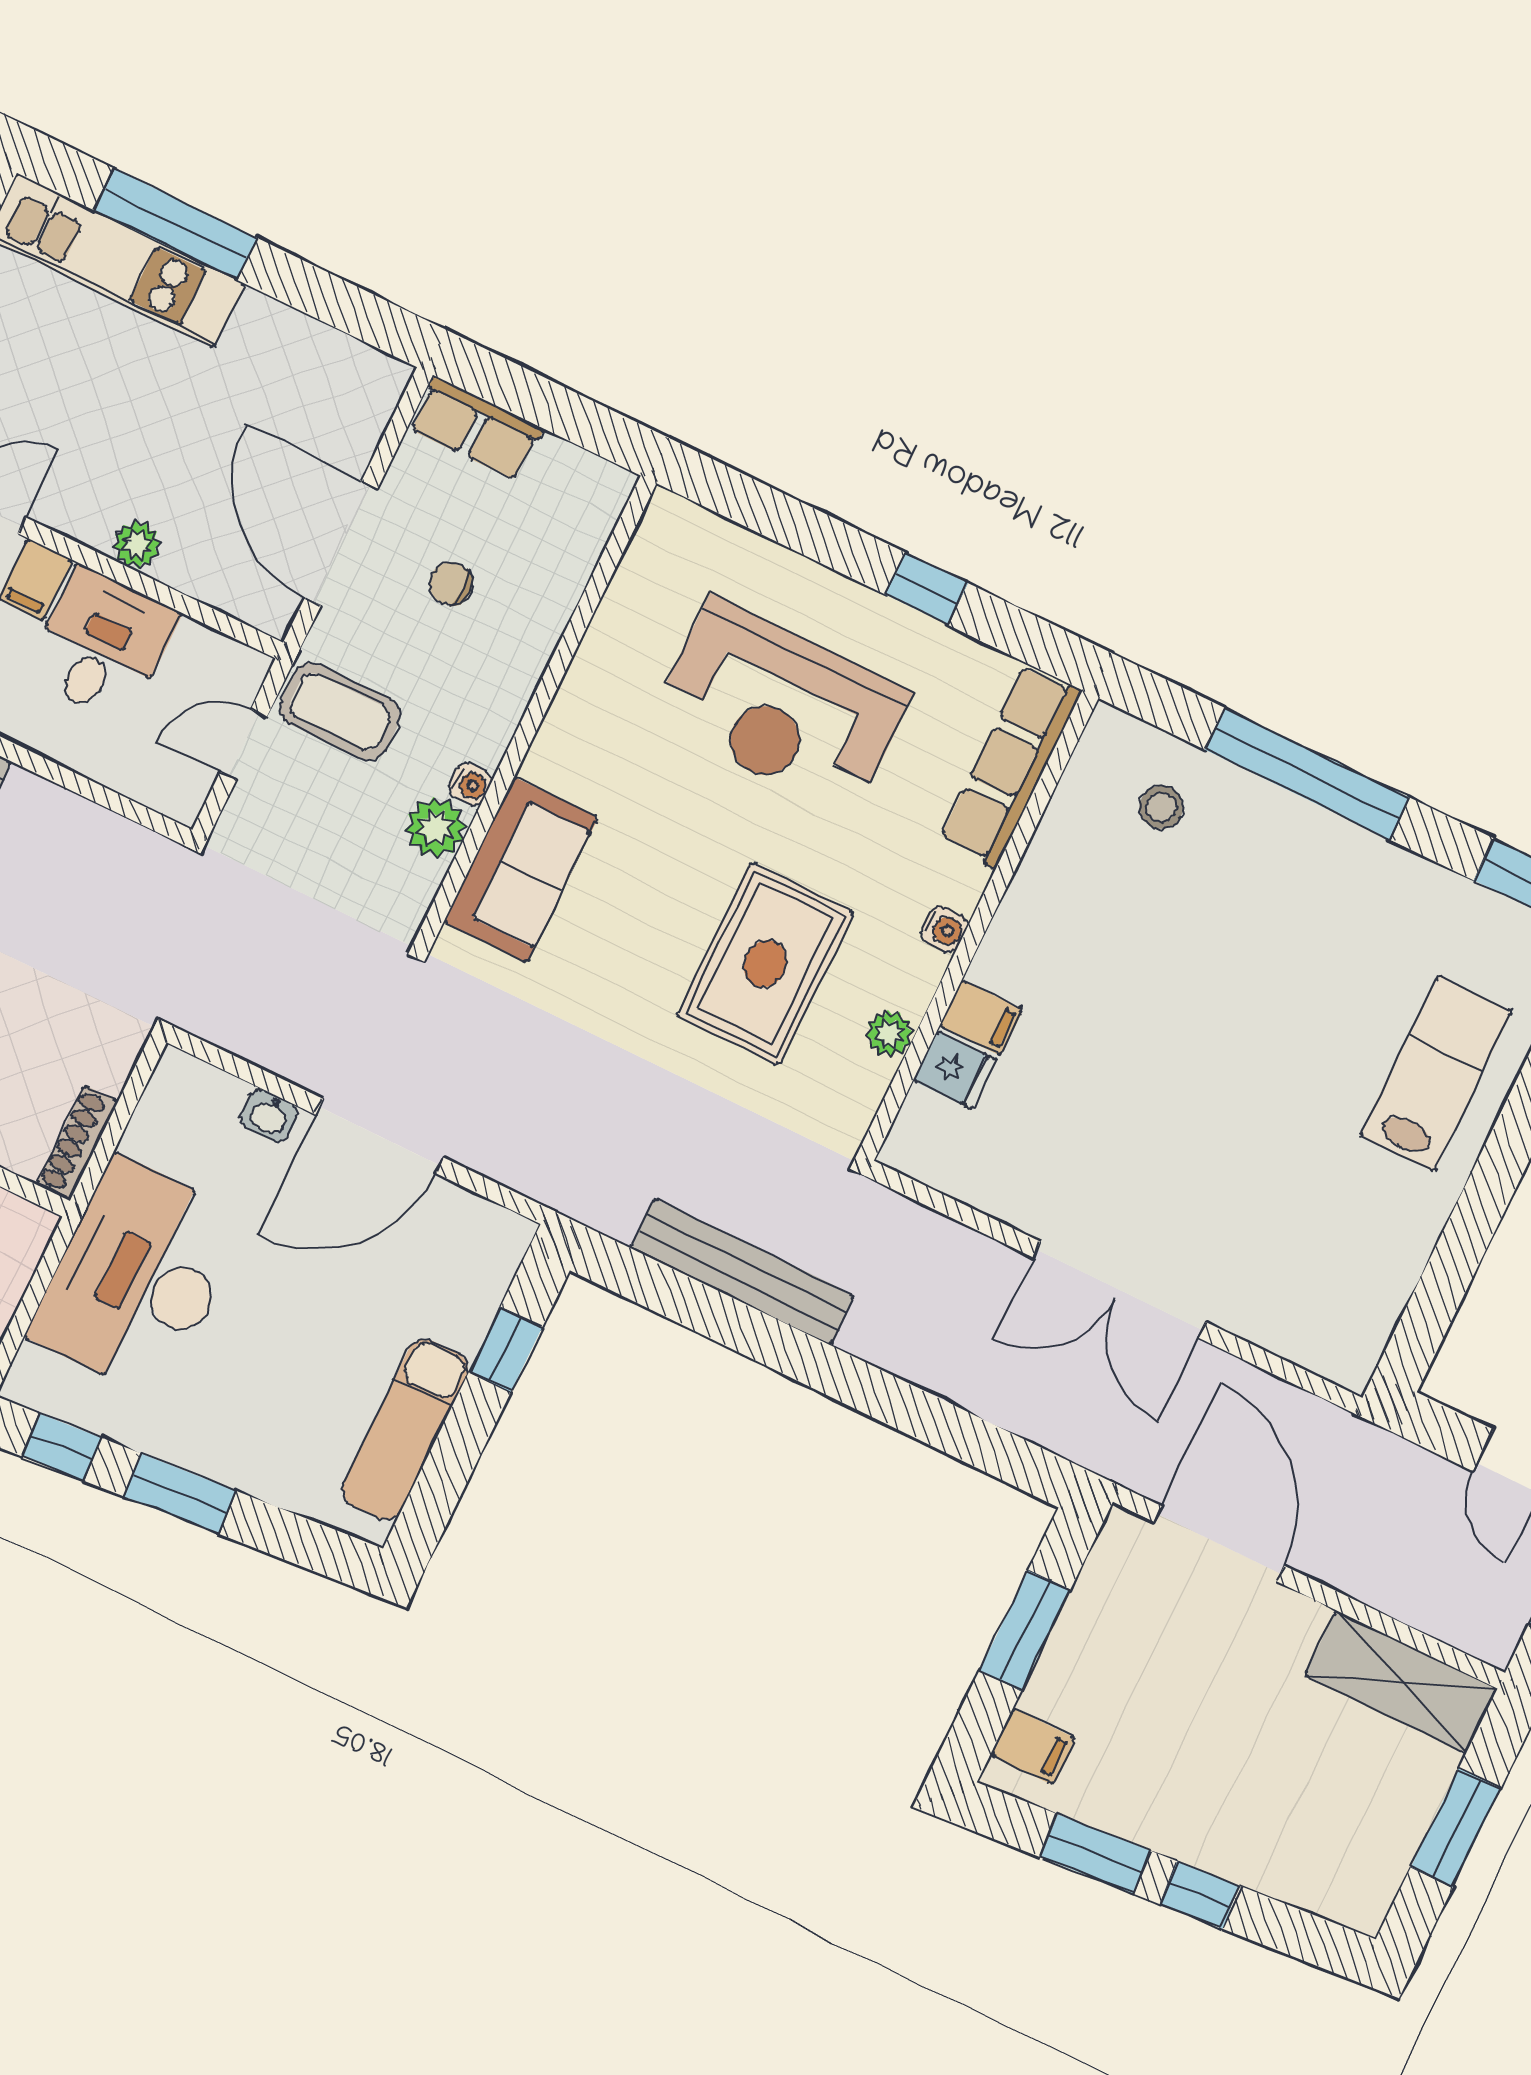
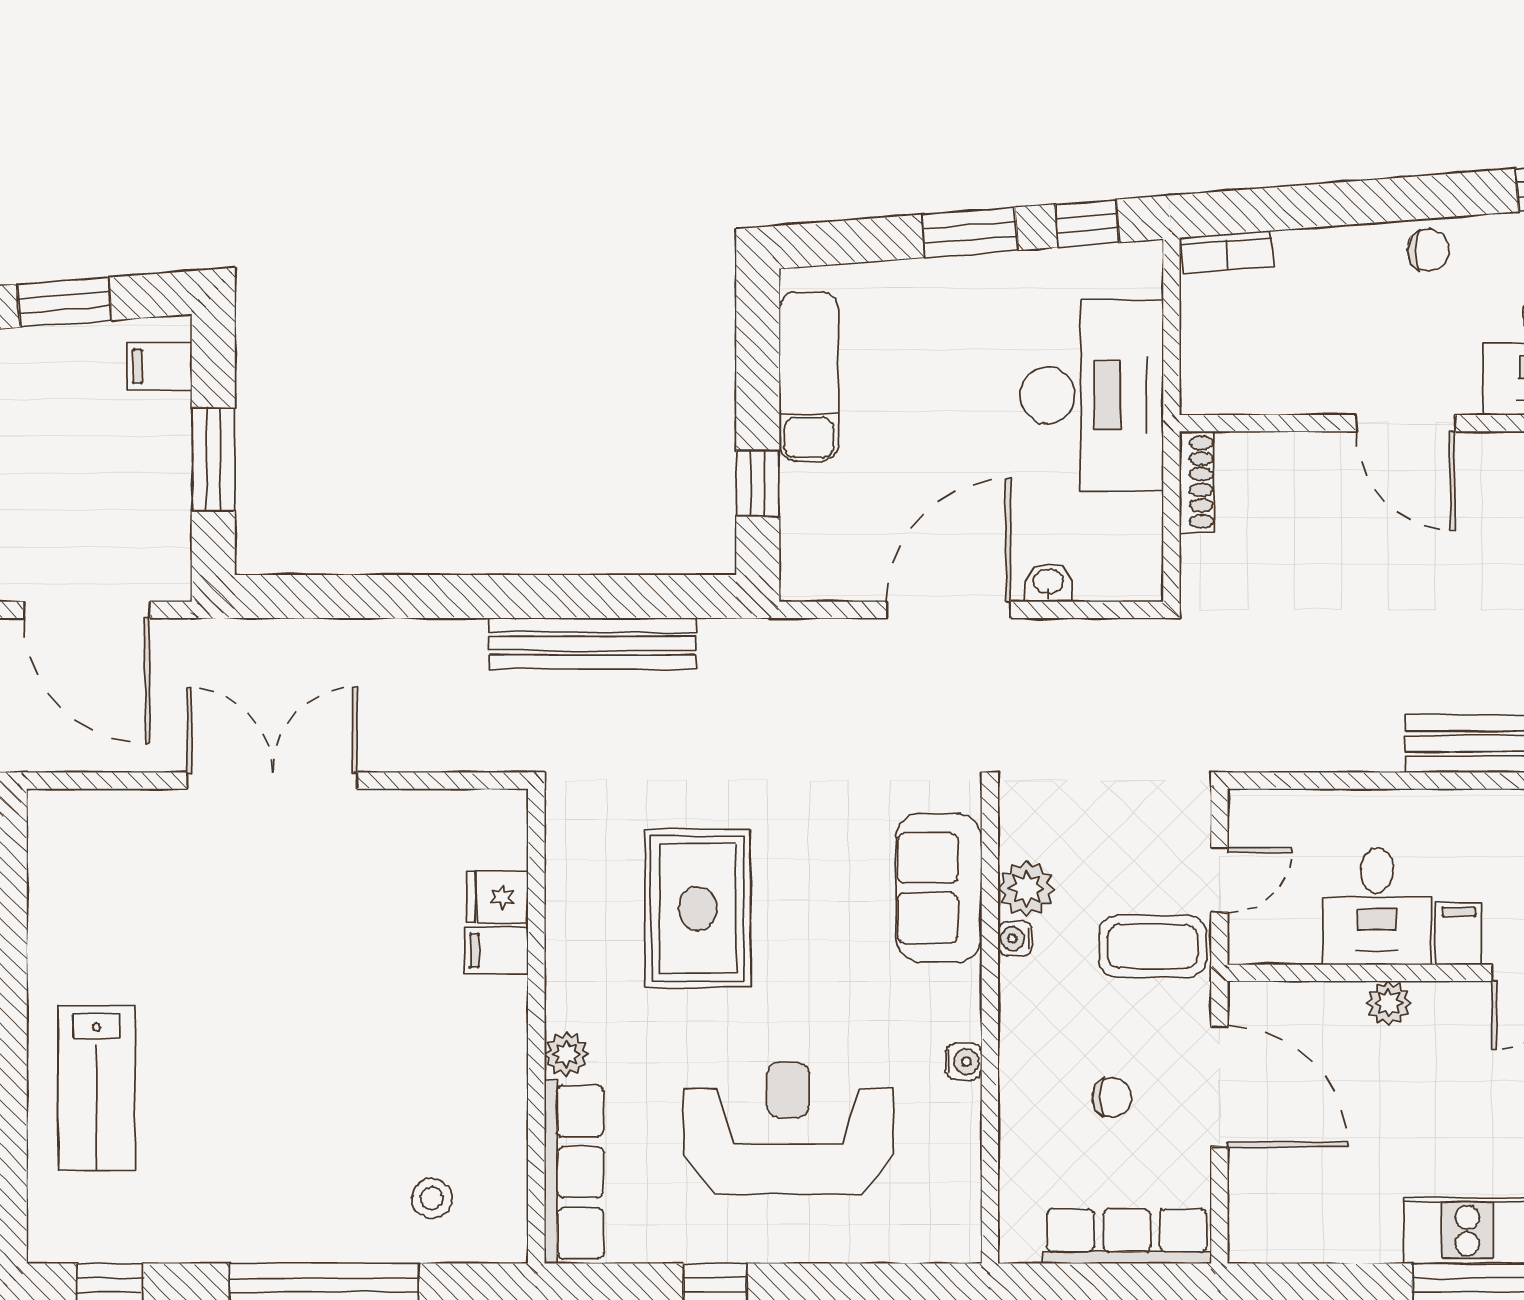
row of seats: (476, 428) -> (1127, 1236), width x1.48
water cooler: (945, 929) -> (964, 1062), moved, turned 180
plant: (890, 1034) -> (566, 1054), moved

